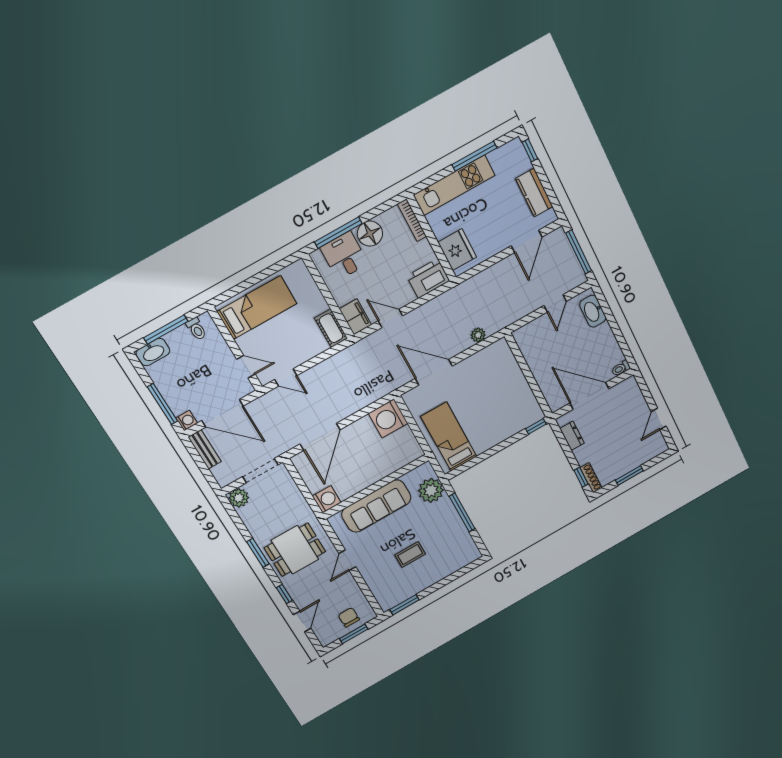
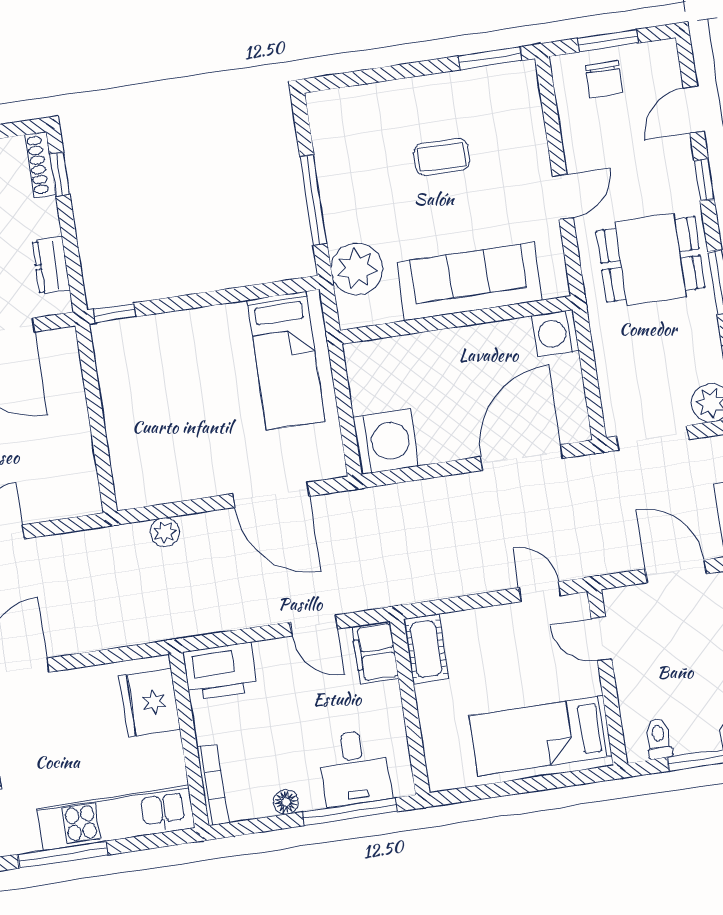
floor lamp: (370, 234) -> (286, 802), width x0.53, depth x0.53
door: (223, 413) -> (676, 571), width x0.73

